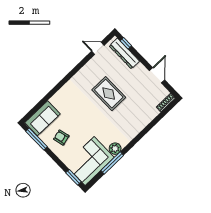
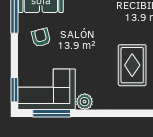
rug: (109, 94) -> (132, 65), moved
window: (112, 163) -> (52, 113), moved

